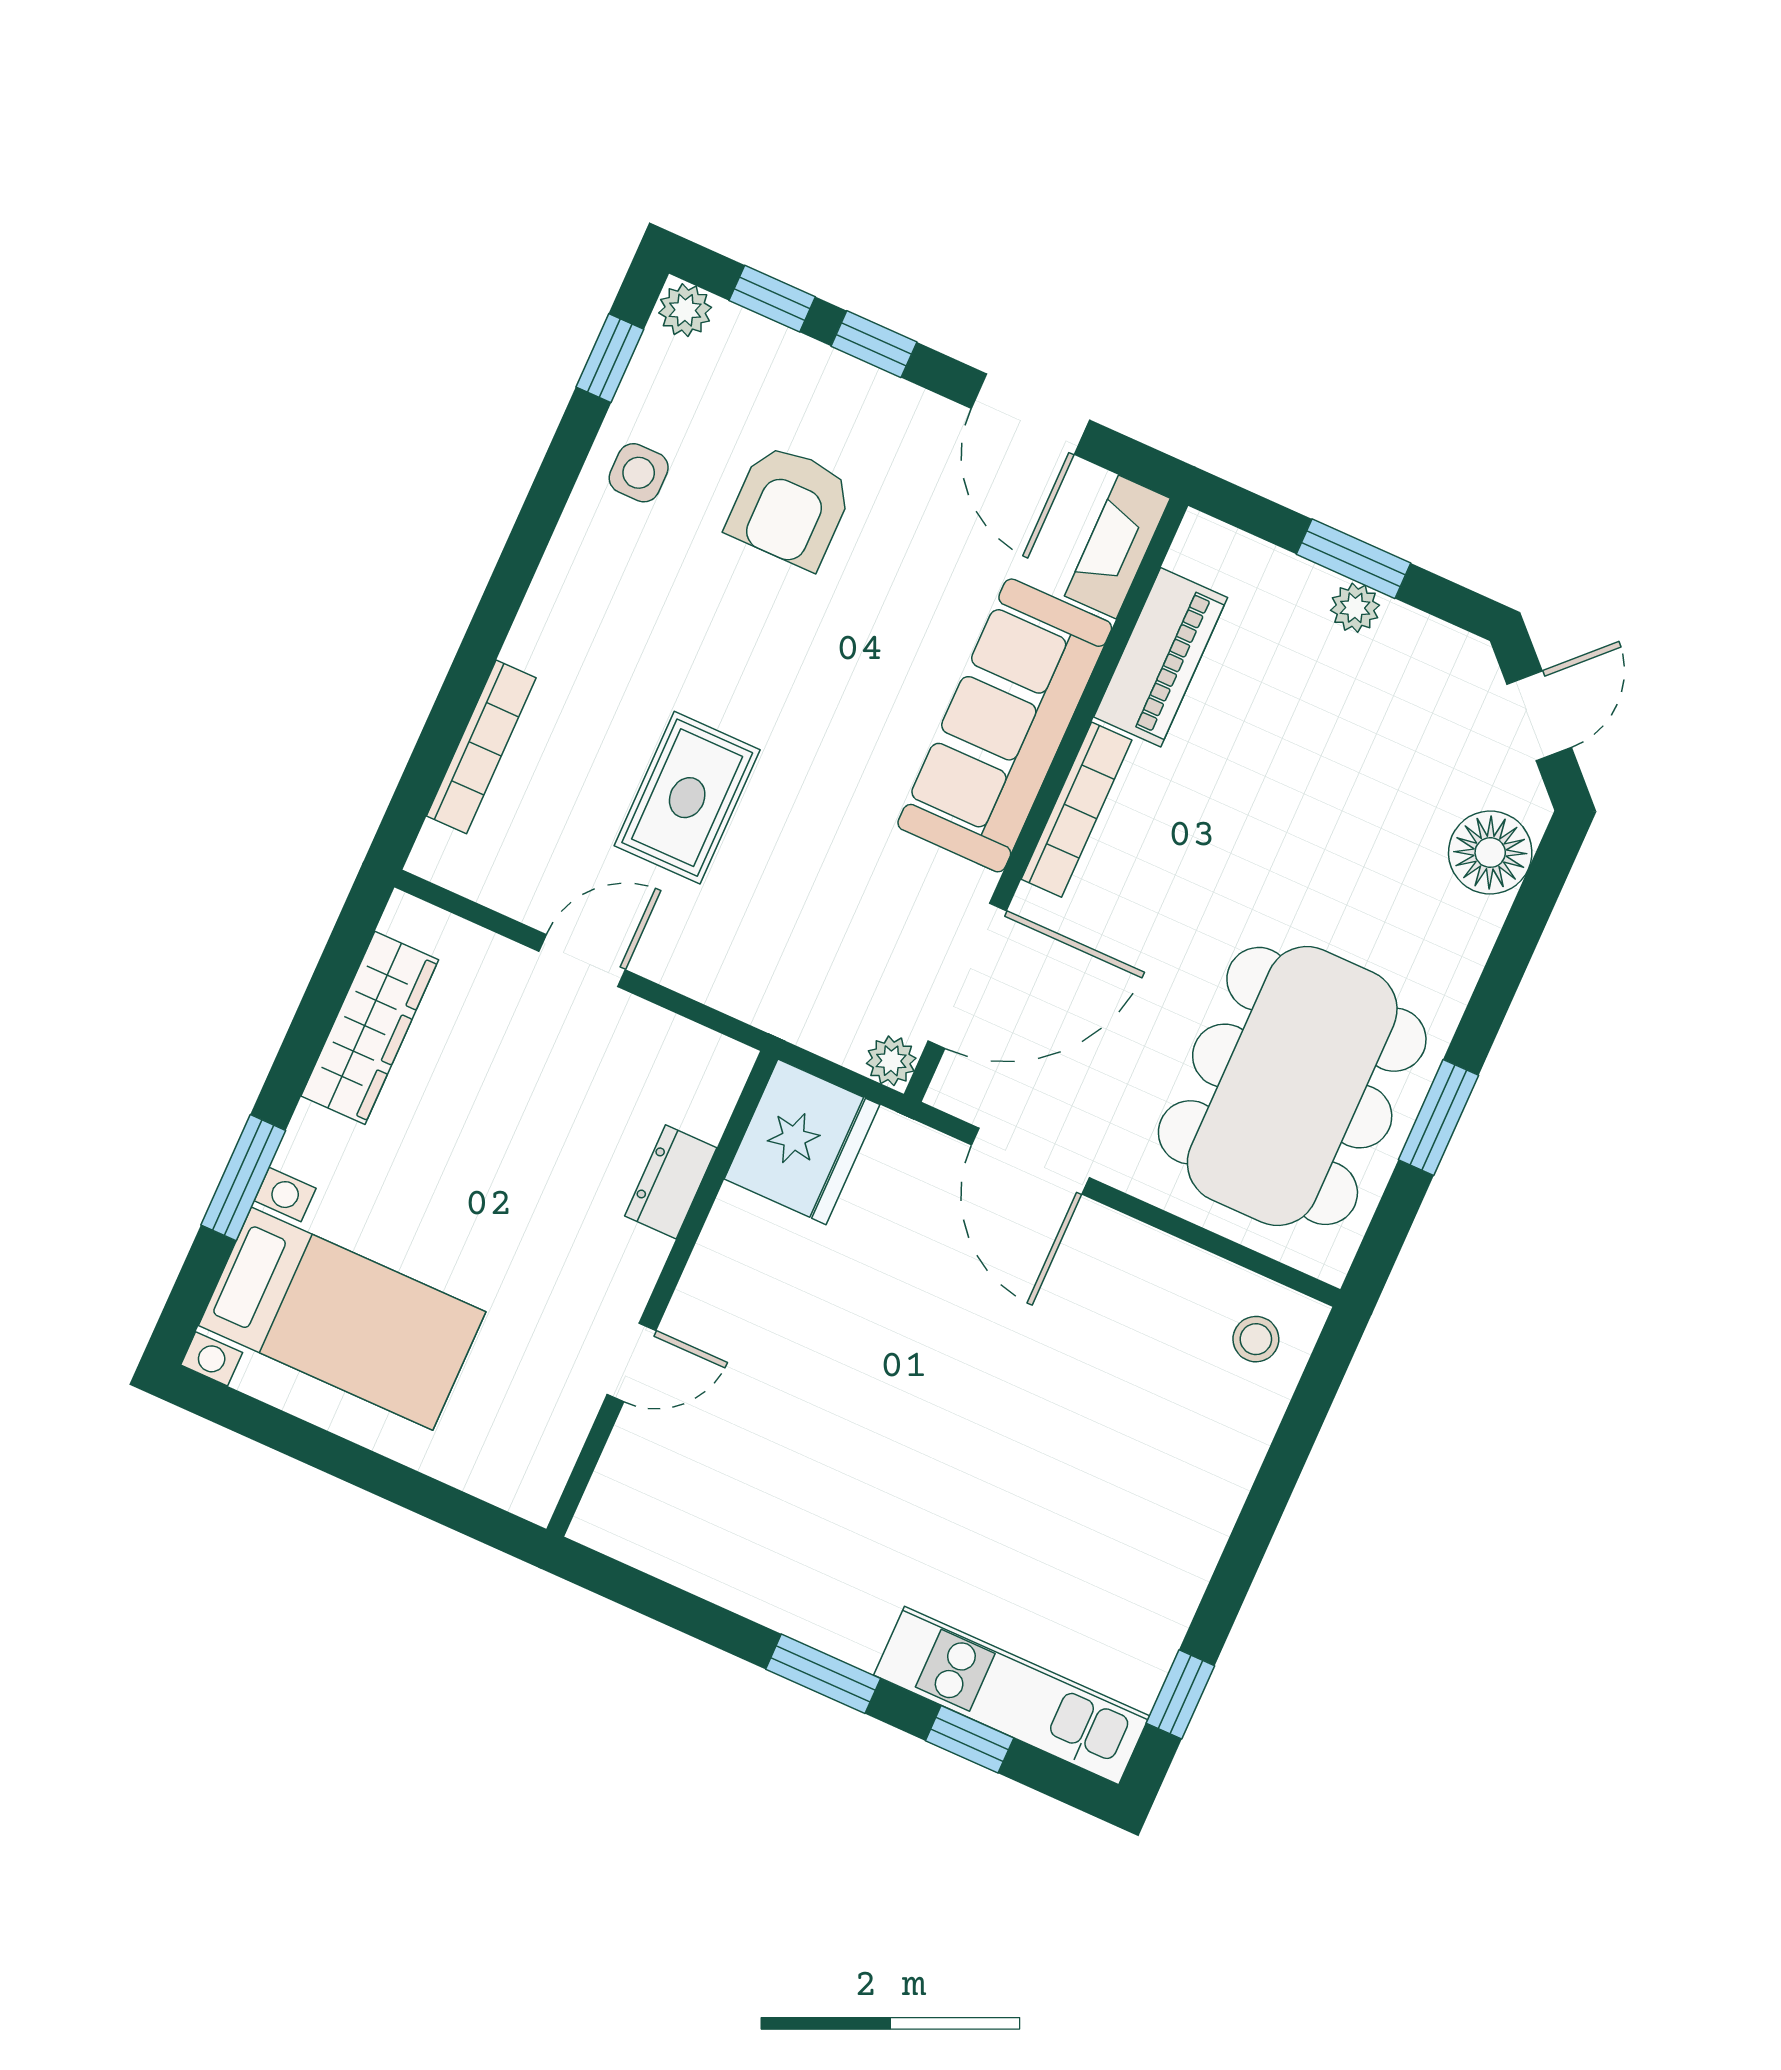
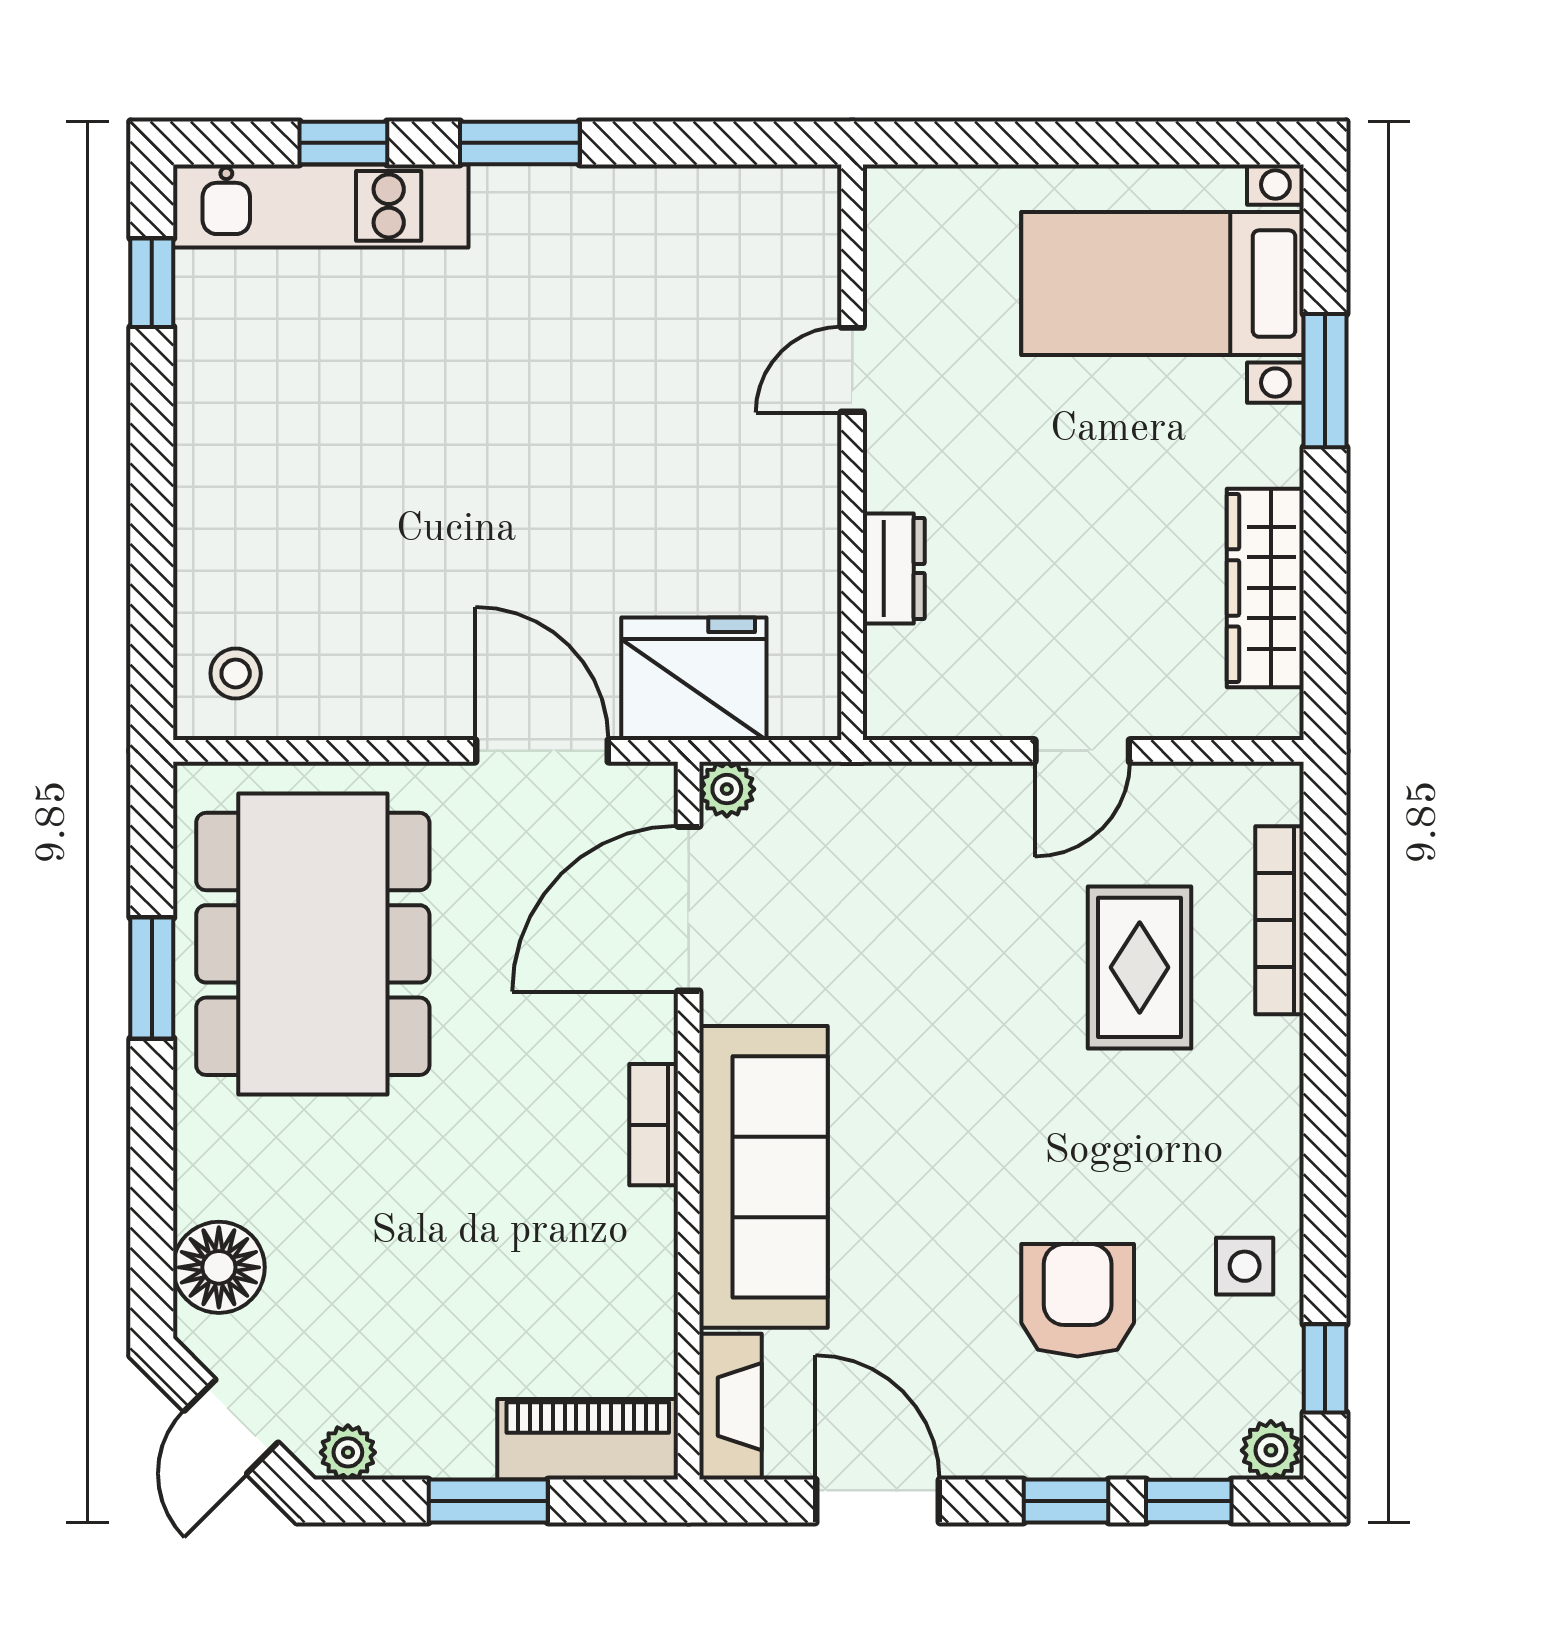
plant: (1355, 608) -> (348, 1452), moved
piano: (1161, 657) -> (588, 1439), moved, turned 90
rug: (687, 798) -> (1140, 967), moved
bookcase: (1076, 810) -> (654, 1125), width x0.64
fridge: (802, 1142) -> (694, 679), moved, turned 90

